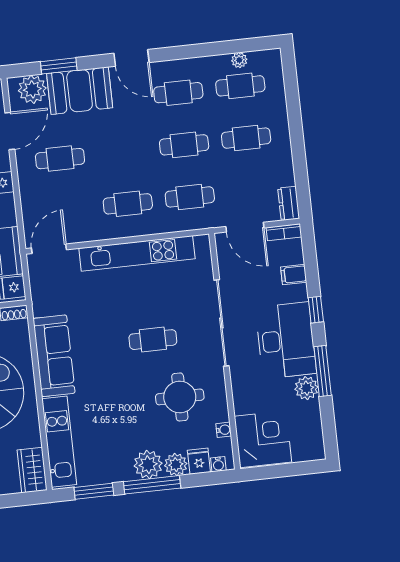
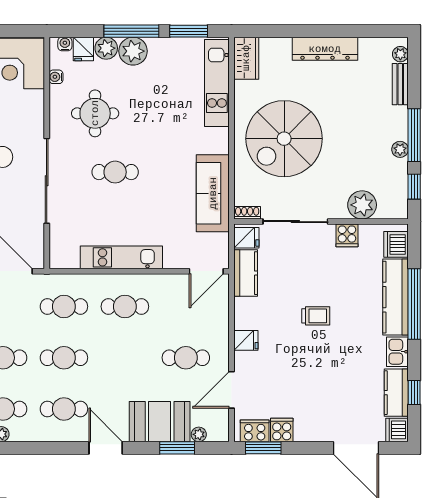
plant: (32, 89) -> (199, 434), width x0.53, depth x0.53
kitchen unit: (137, 253) -> (121, 257), width x0.73
sofa: (54, 356) -> (213, 193), moved

